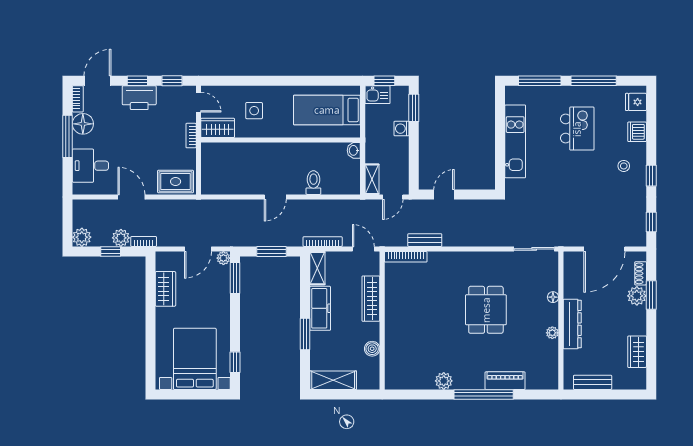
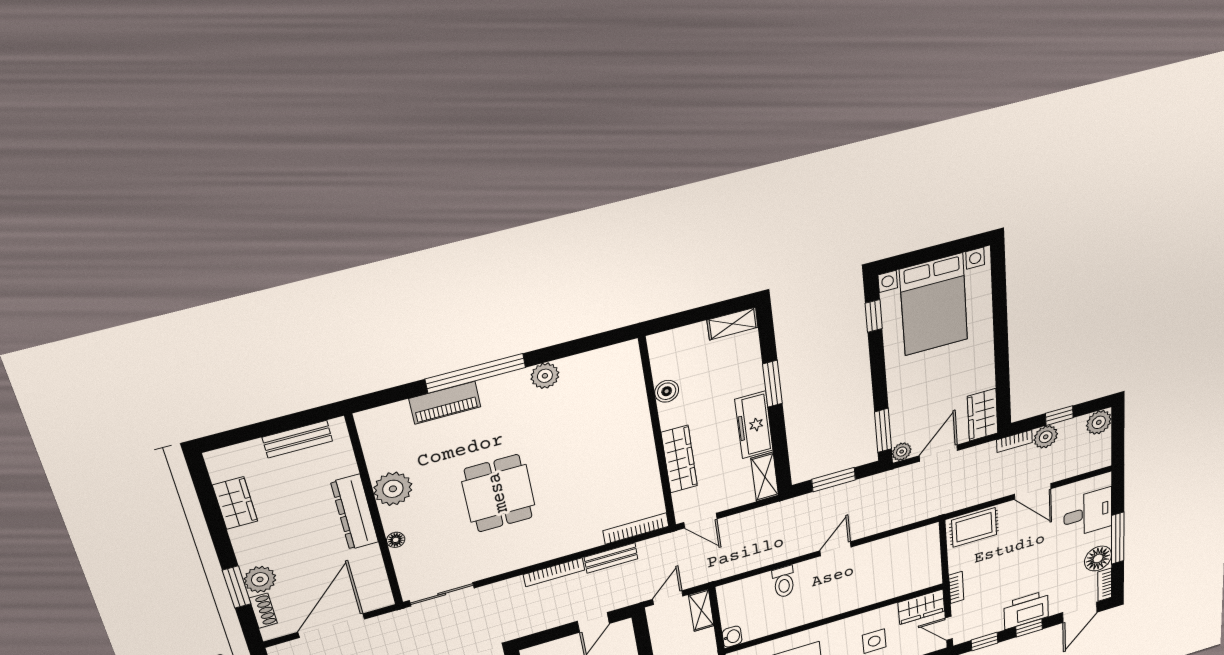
bookcase: (323, 242) -> (554, 572), moved
wardrobe: (165, 289) -> (983, 415), moved
plant: (552, 333) -> (393, 489), width x1.88, depth x1.88
shelving: (333, 380) -> (733, 324), width x0.67, depth x0.75

